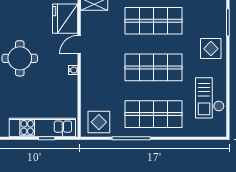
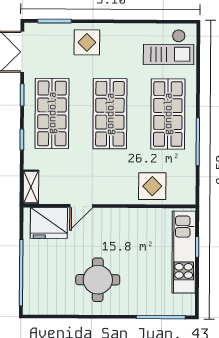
door: (79, 45) -> (81, 206), hinge flipped
water cooler: (73, 70) -> (113, 214), removed
checkout: (210, 98) -> (169, 47), moved
display table: (99, 122) -> (152, 186), moved

